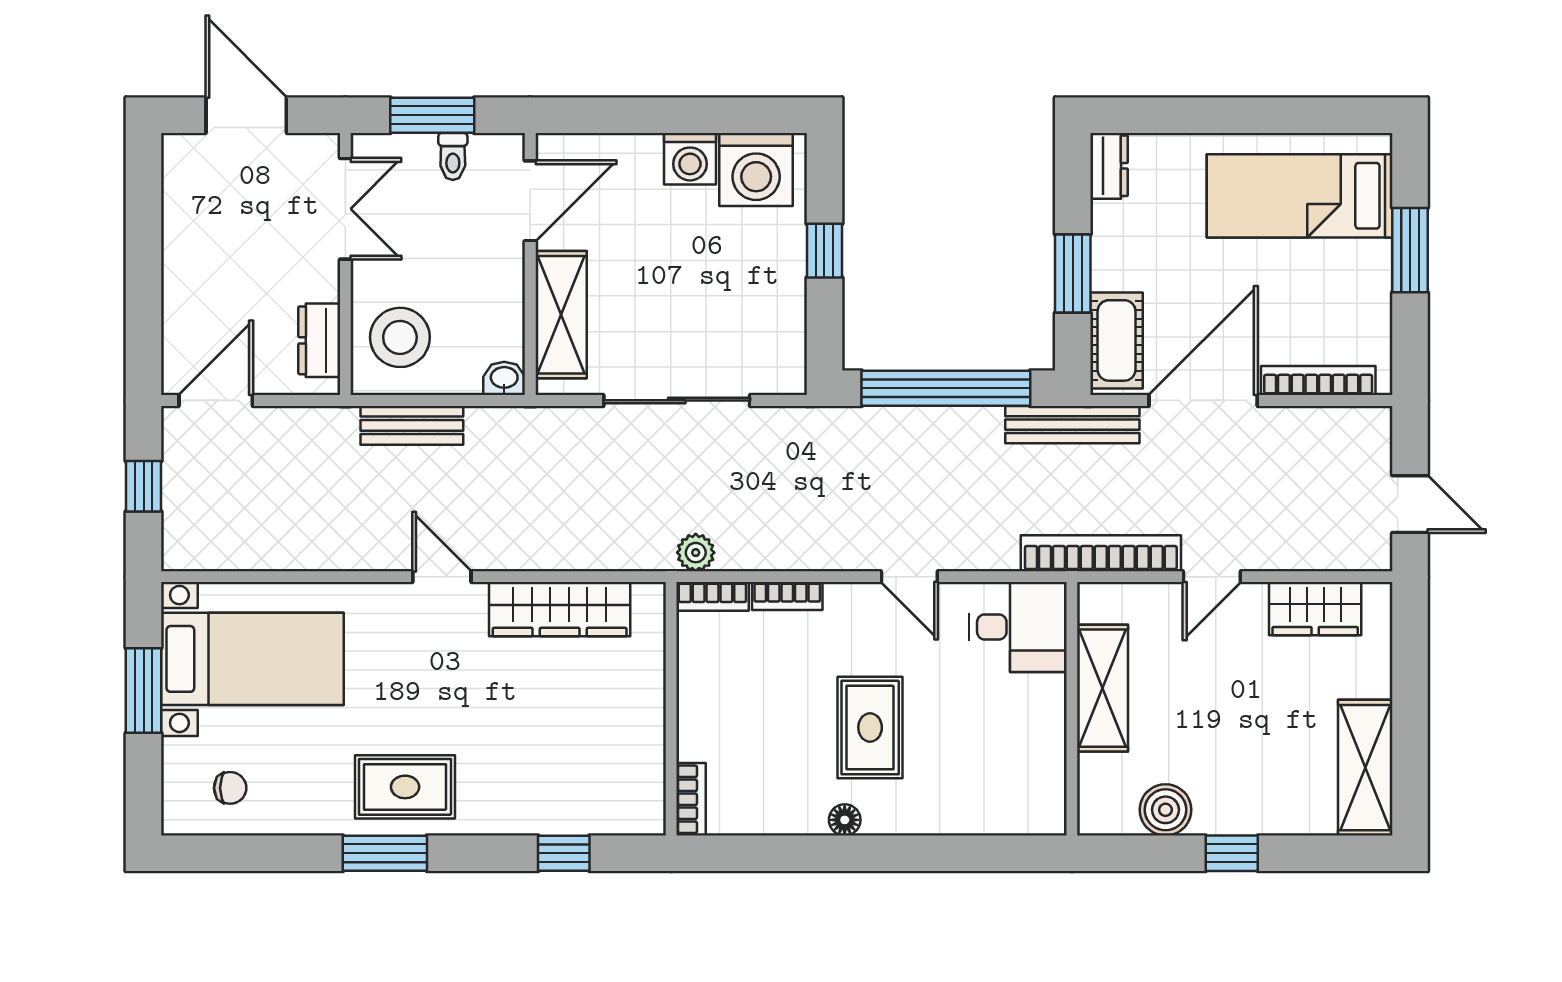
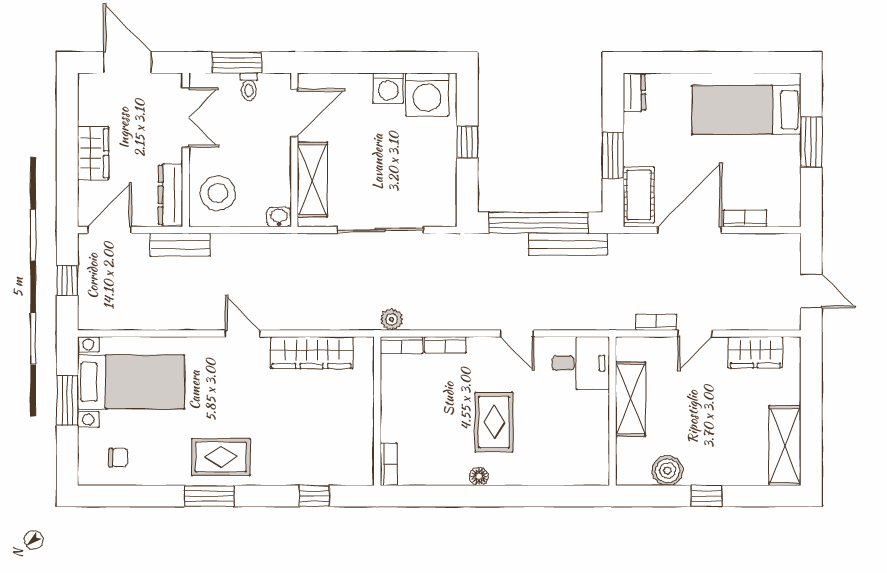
wardrobe: (188, 270) -> (93, 153), added
dresser: (319, 340) -> (170, 195), width x1.44
bookcase: (1318, 381) -> (745, 218), width x0.64
bench: (412, 425) -> (180, 245), moved
bench: (1072, 425) -> (568, 244), moved
bookcase: (1101, 553) -> (656, 322), width x0.43, depth x0.76

